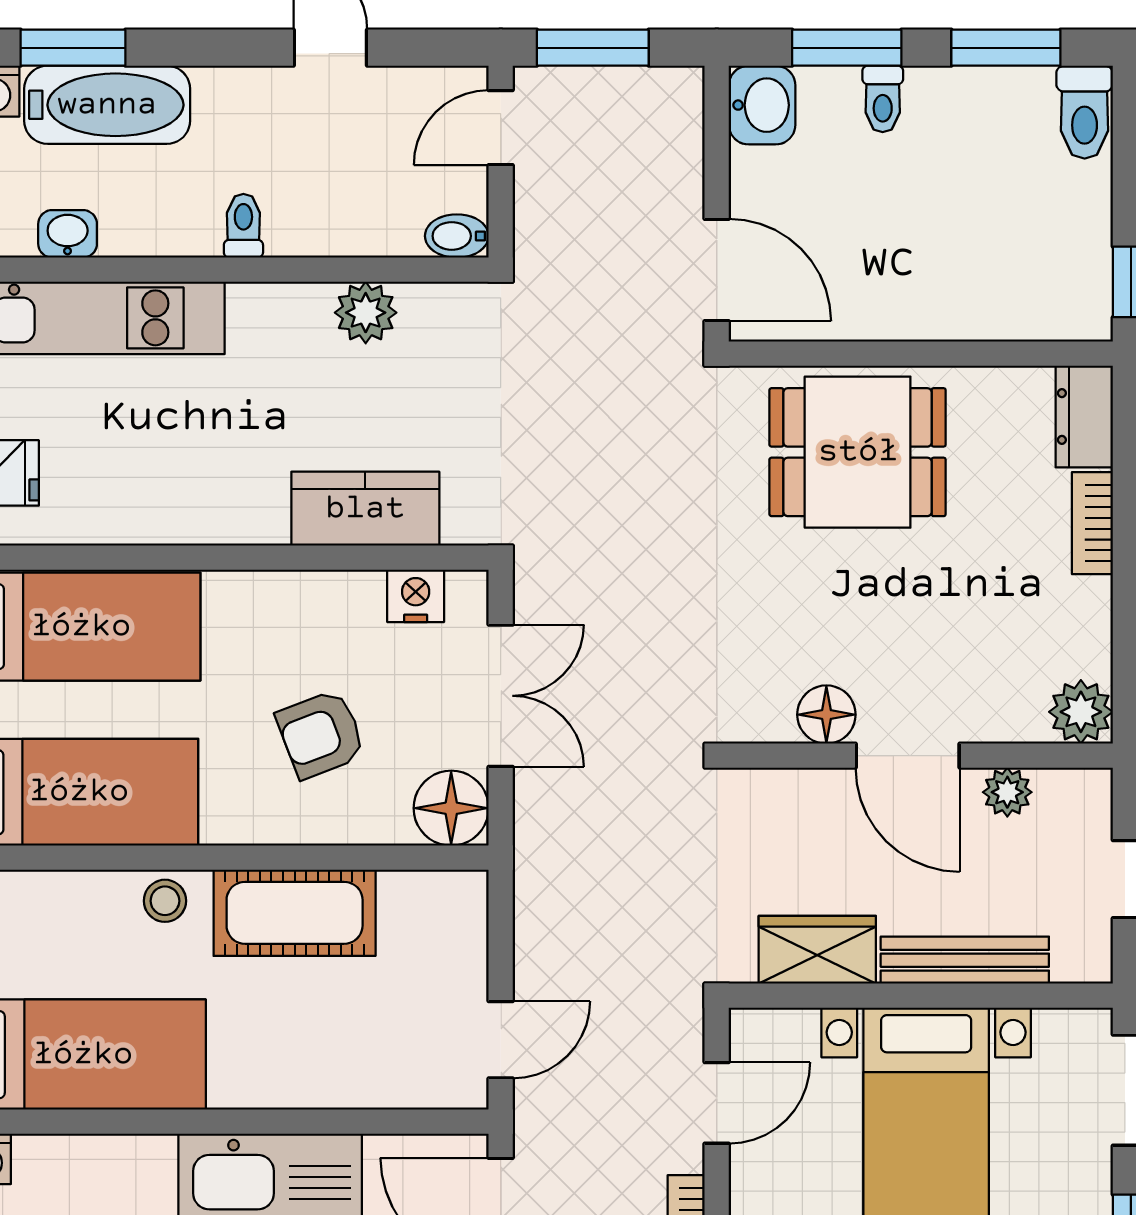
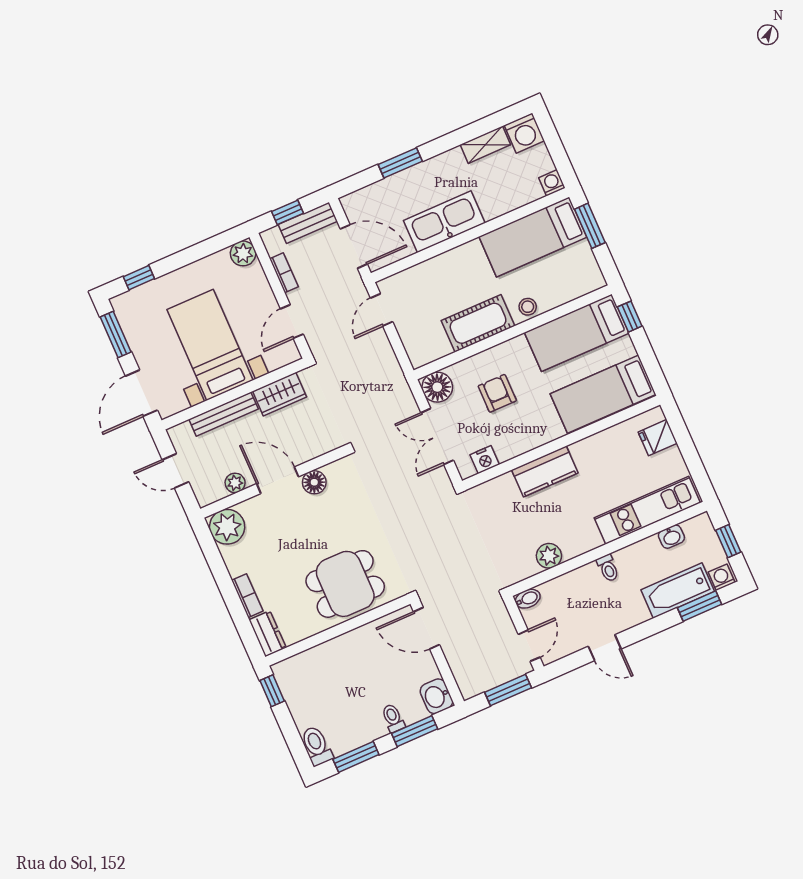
kitchen counter: (365, 509) -> (545, 471), moved
plant: (1081, 712) -> (227, 527), width x1.36, depth x1.36
armchair: (321, 734) -> (497, 393), turned -69

